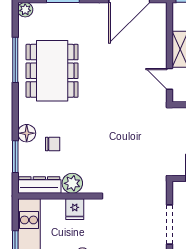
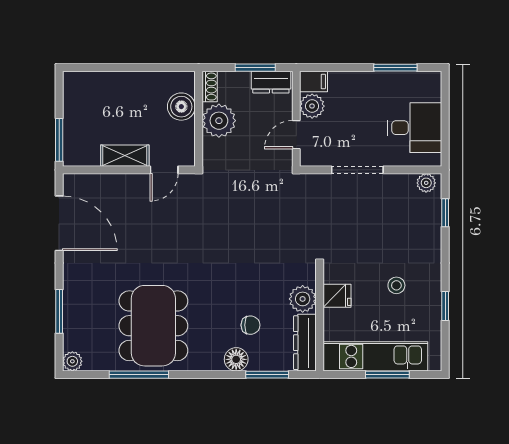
dining table: (52, 71) -> (153, 326), turned 90
chair: (53, 144) -> (251, 325), turned 90

